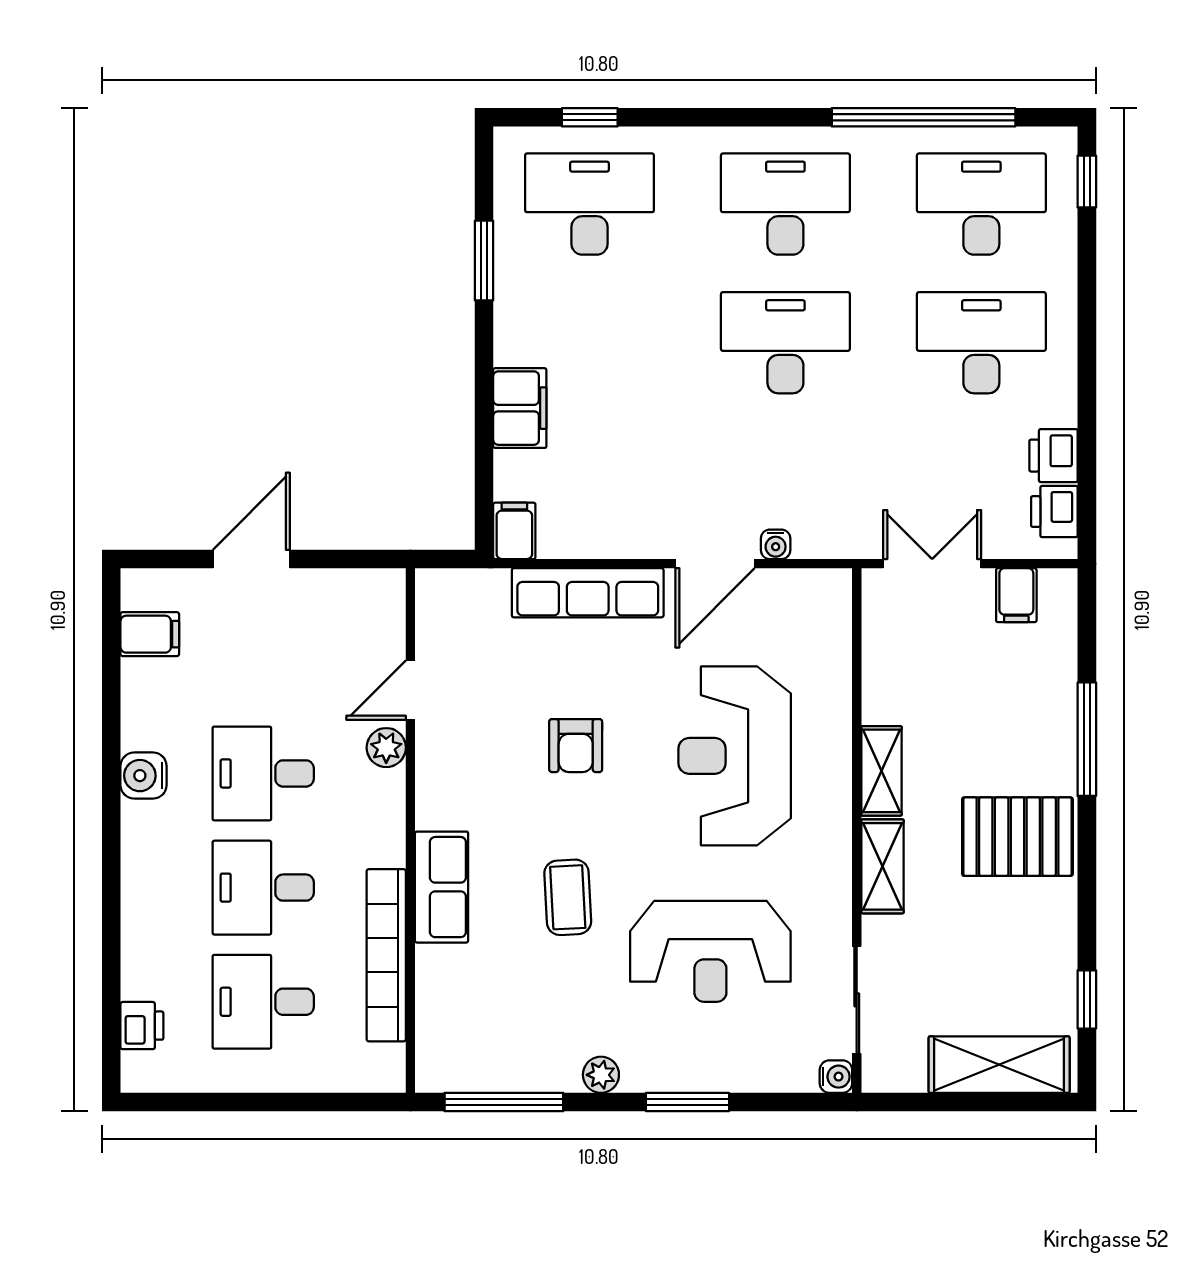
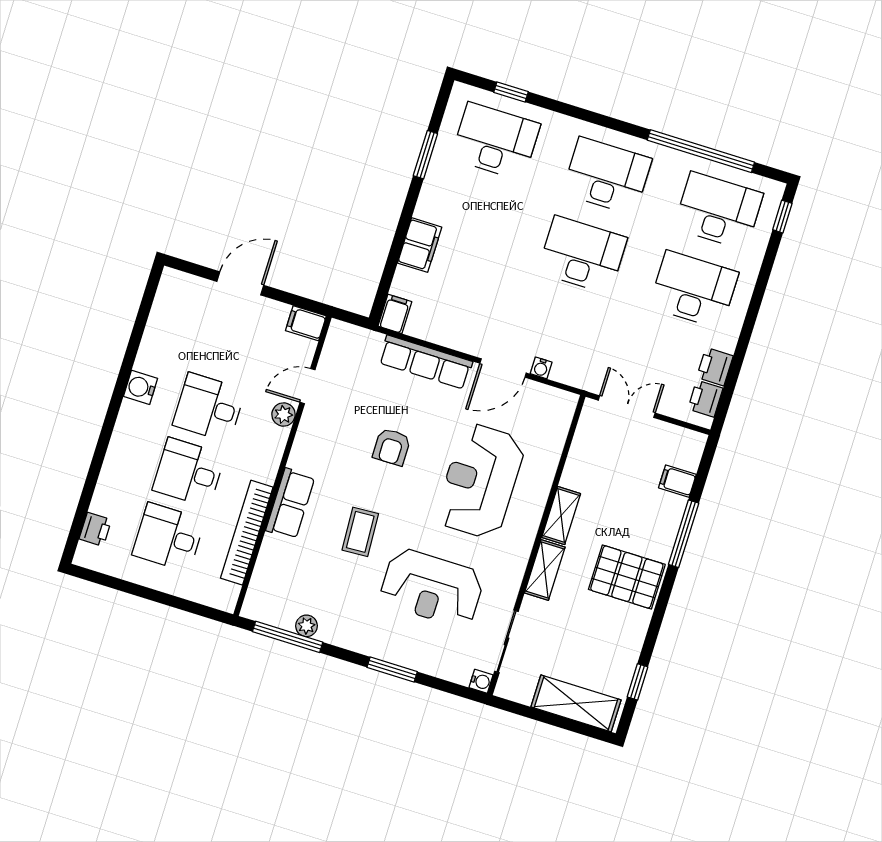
filing cabinet: (1016, 595) -> (677, 481), moved, turned 90
filing cabinet: (150, 634) -> (306, 323), moved, turned 180
plant: (601, 1075) -> (307, 626), moved

